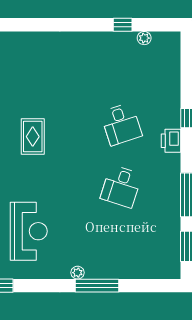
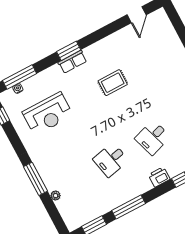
desk: (121, 186) -> (111, 160), turned -30
plant: (77, 273) -> (56, 196), moved

